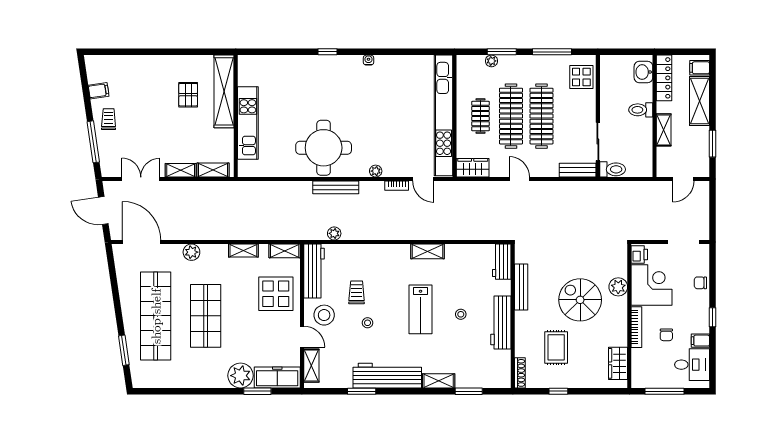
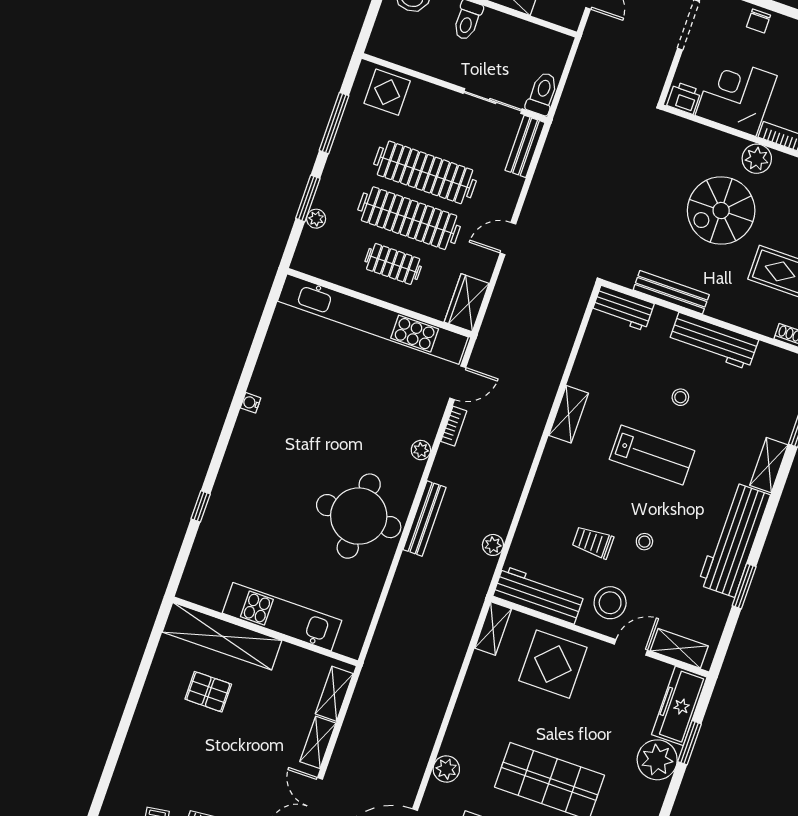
window: (328, 52) -> (201, 506), moved
shelving: (243, 250) -> (471, 690), removed
plant: (618, 287) -> (757, 159), moved

